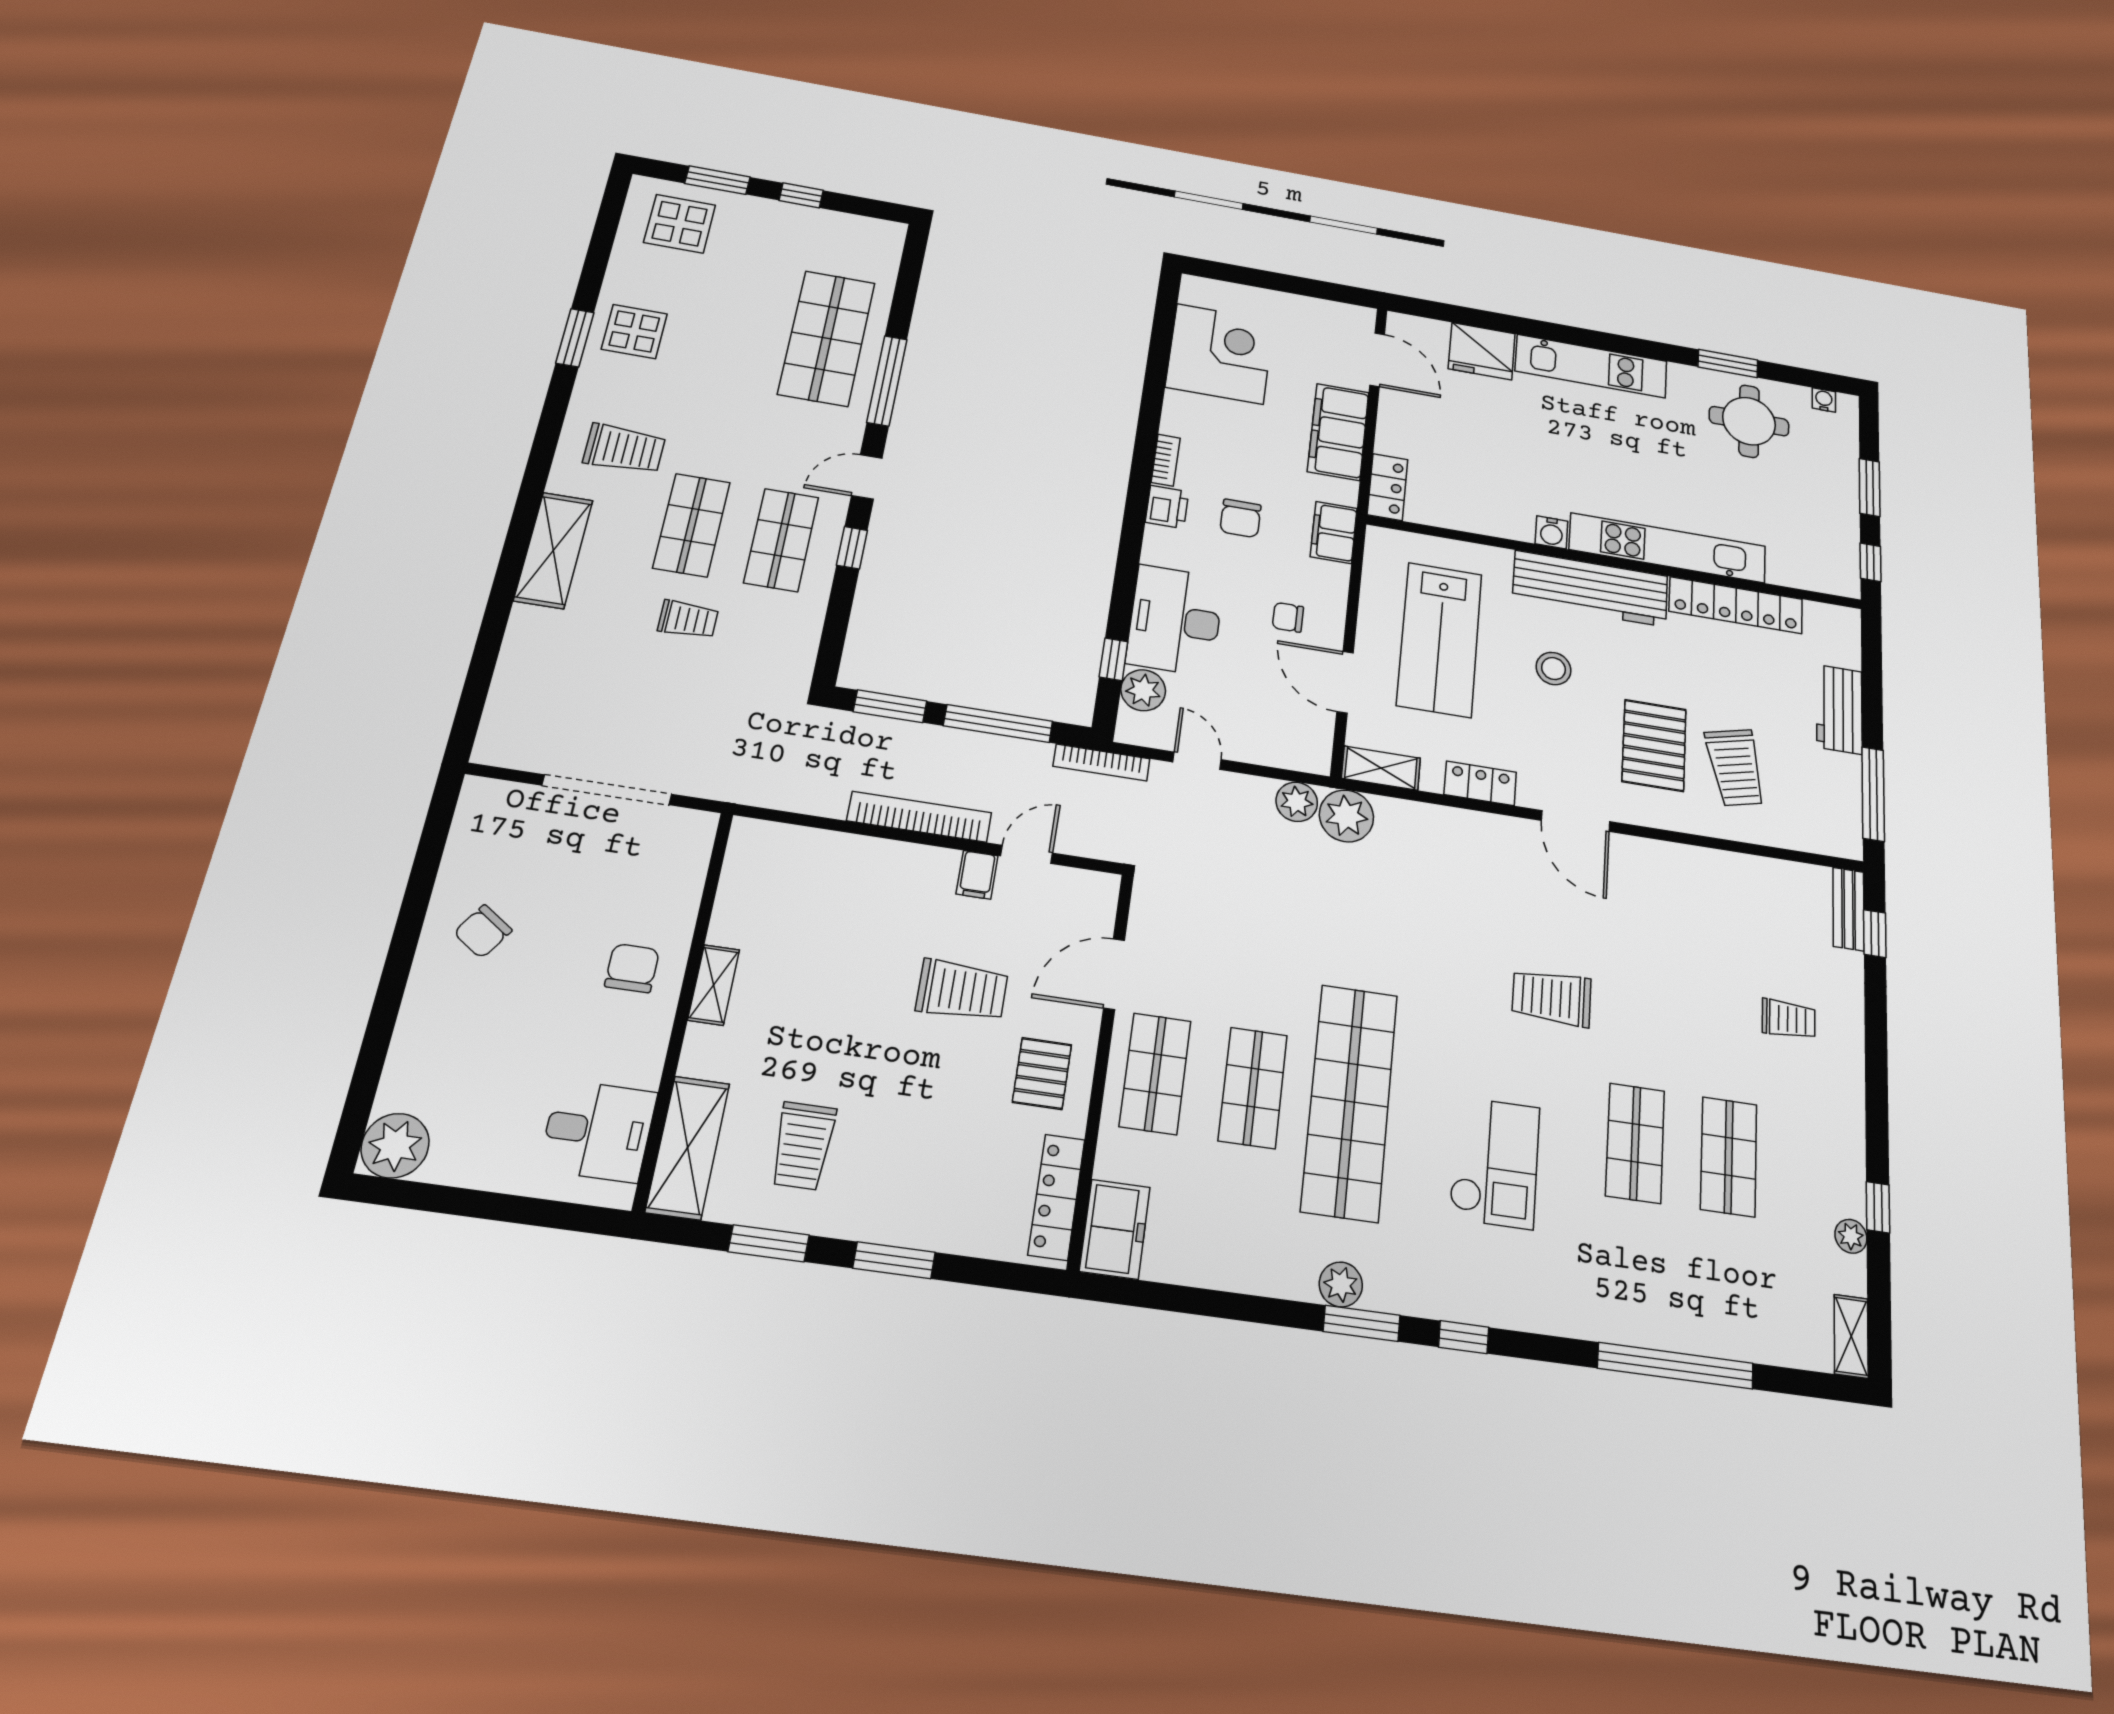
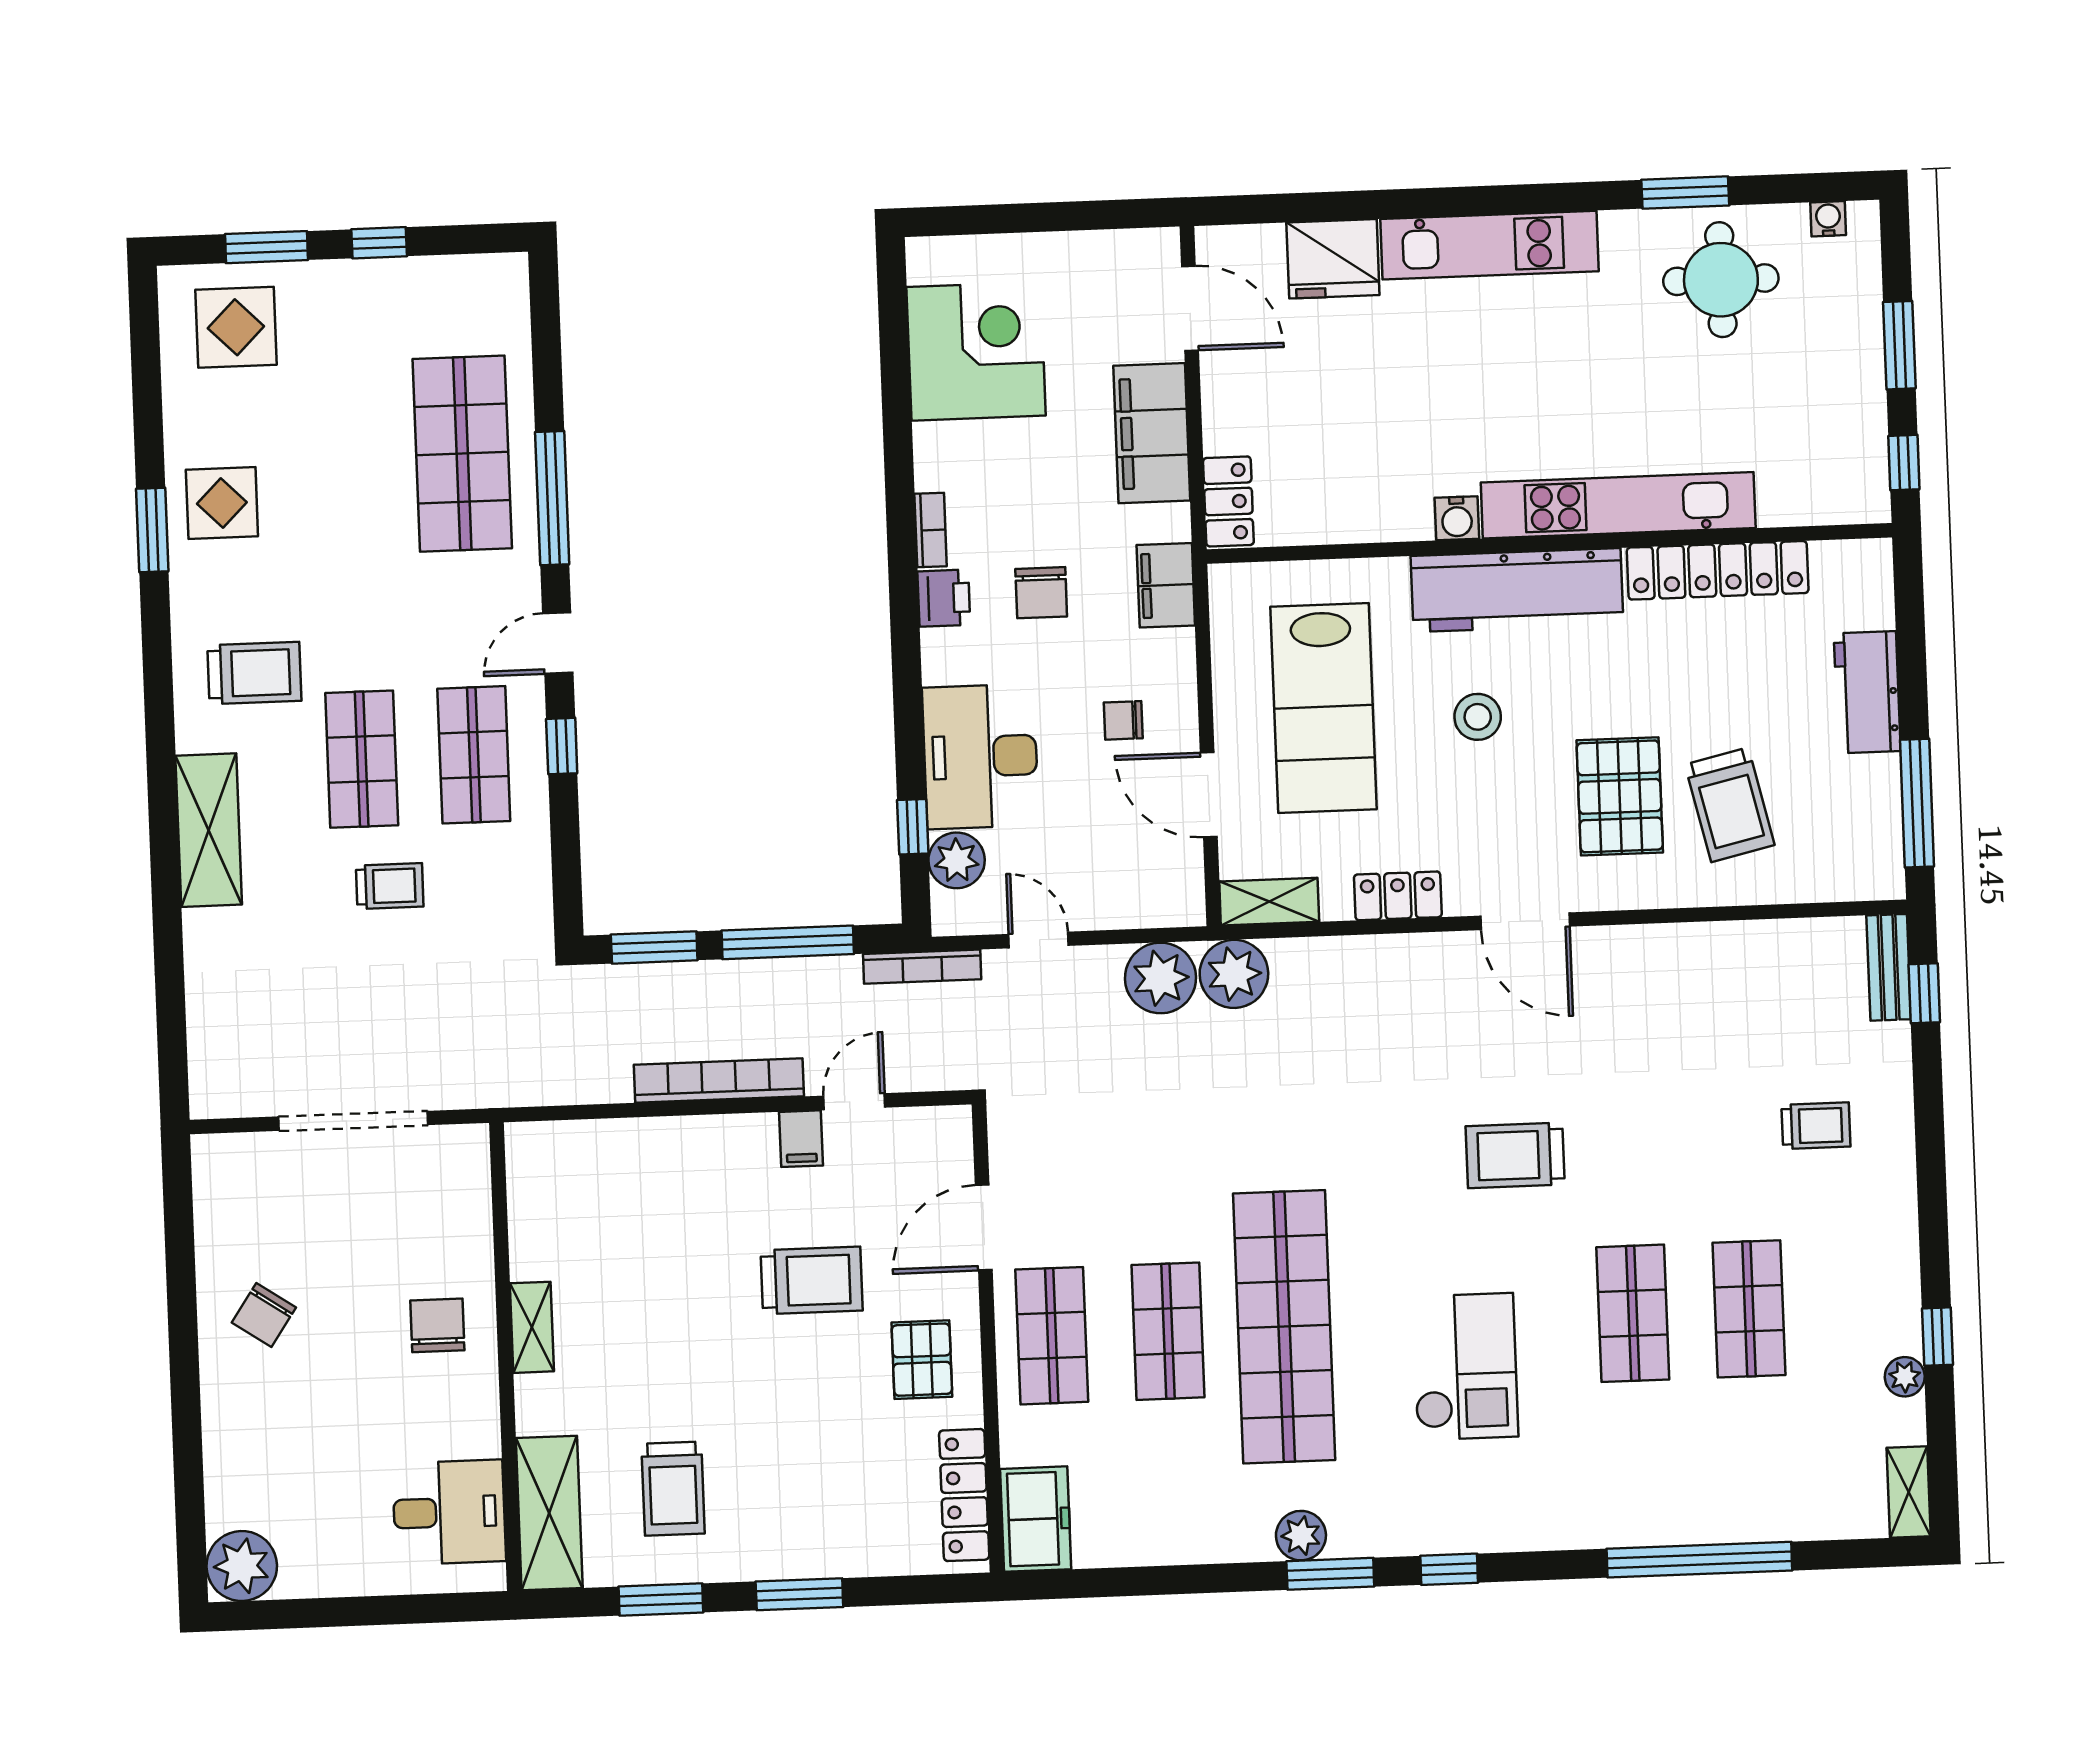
plant: (1297, 802) -> (1160, 978), width x1.36, depth x1.36

